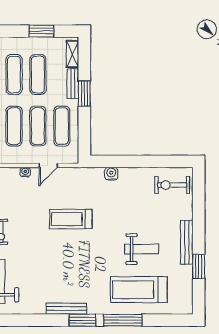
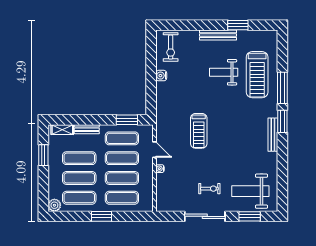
window: (84, 94) -> (127, 120), moved
water cooler: (111, 174) -> (161, 76), moved
weight bench: (142, 249) -> (224, 72), turned -90

